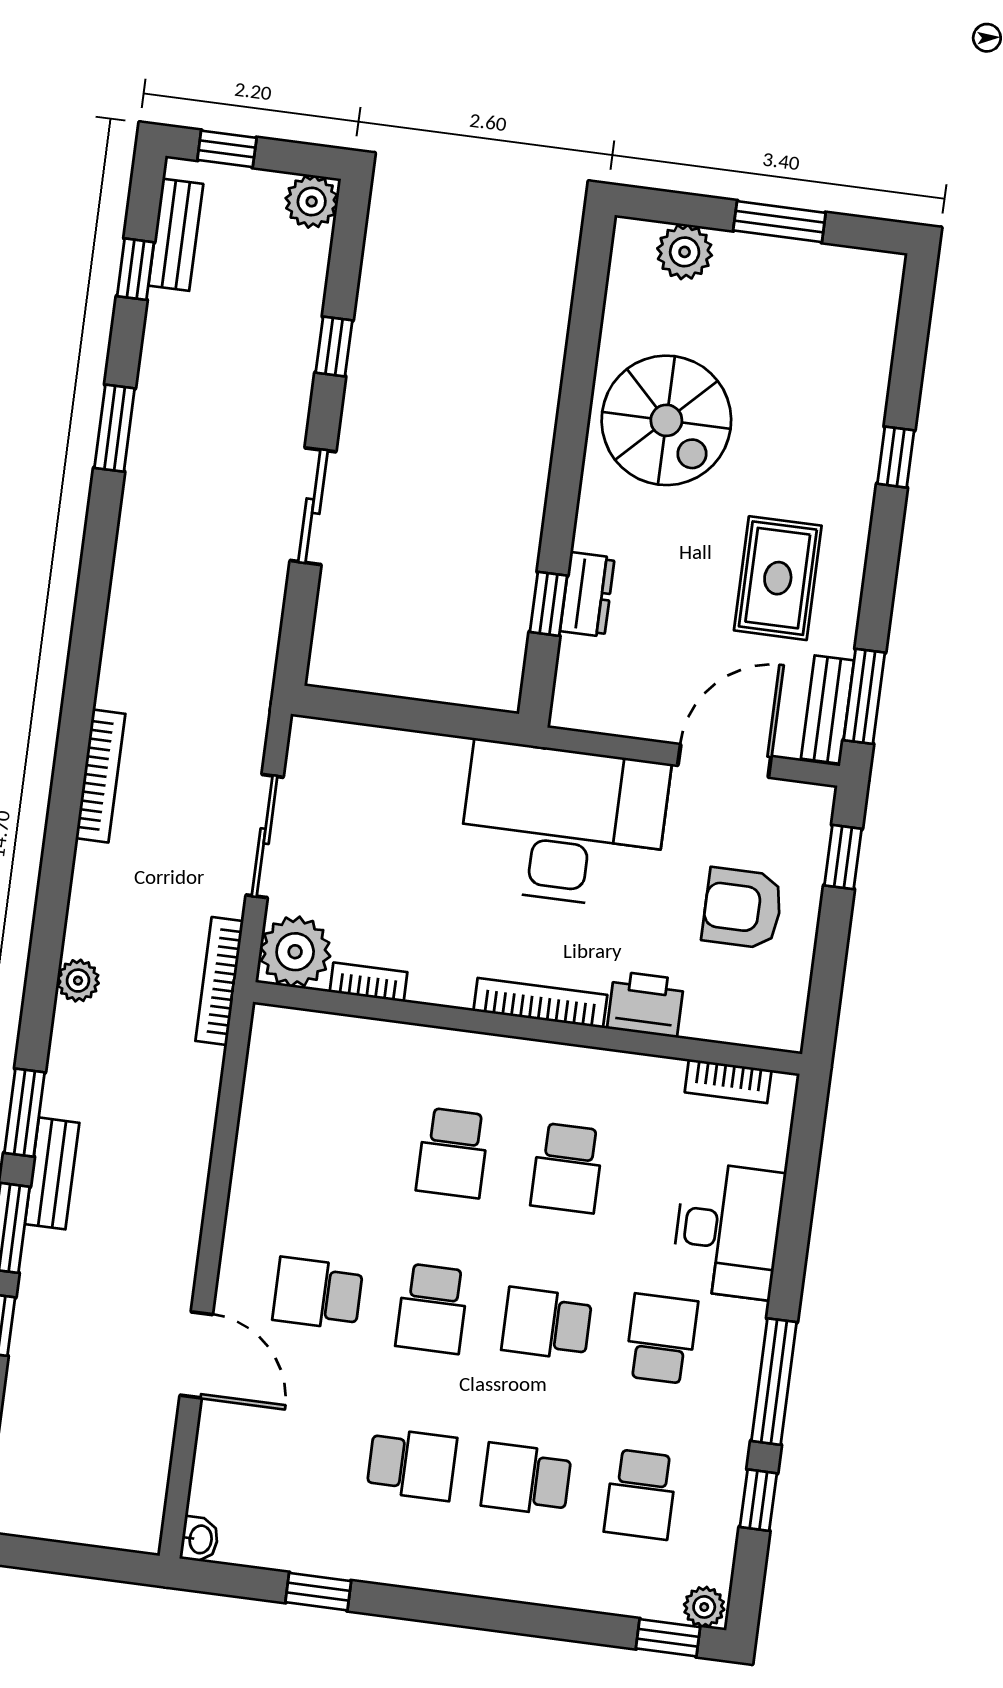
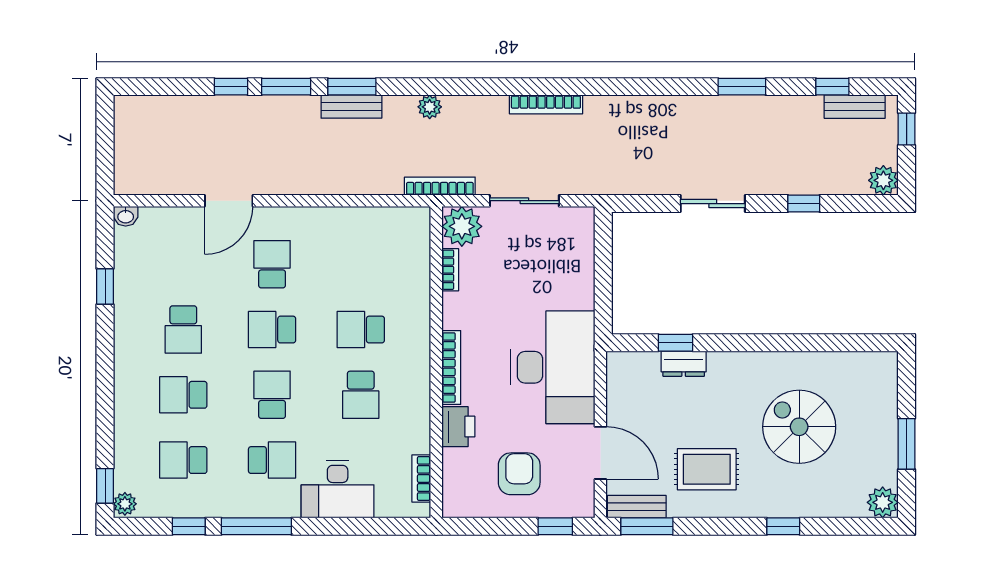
plant: (685, 252) -> (883, 502), moved
spiral stairs: (666, 420) -> (799, 427), moved, turned 90
school desk: (567, 1168) -> (361, 395), turned -90
bench: (52, 1173) -> (351, 107), moved
school desk: (526, 1479) -> (183, 395), turned -90

